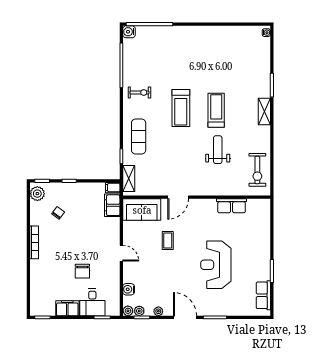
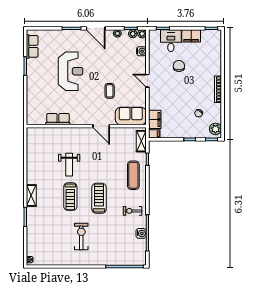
water cooler: (129, 32) -> (141, 233), moved
exercise bike: (257, 170) -> (81, 237), moved
door: (178, 197) -> (101, 126), swing flipped

